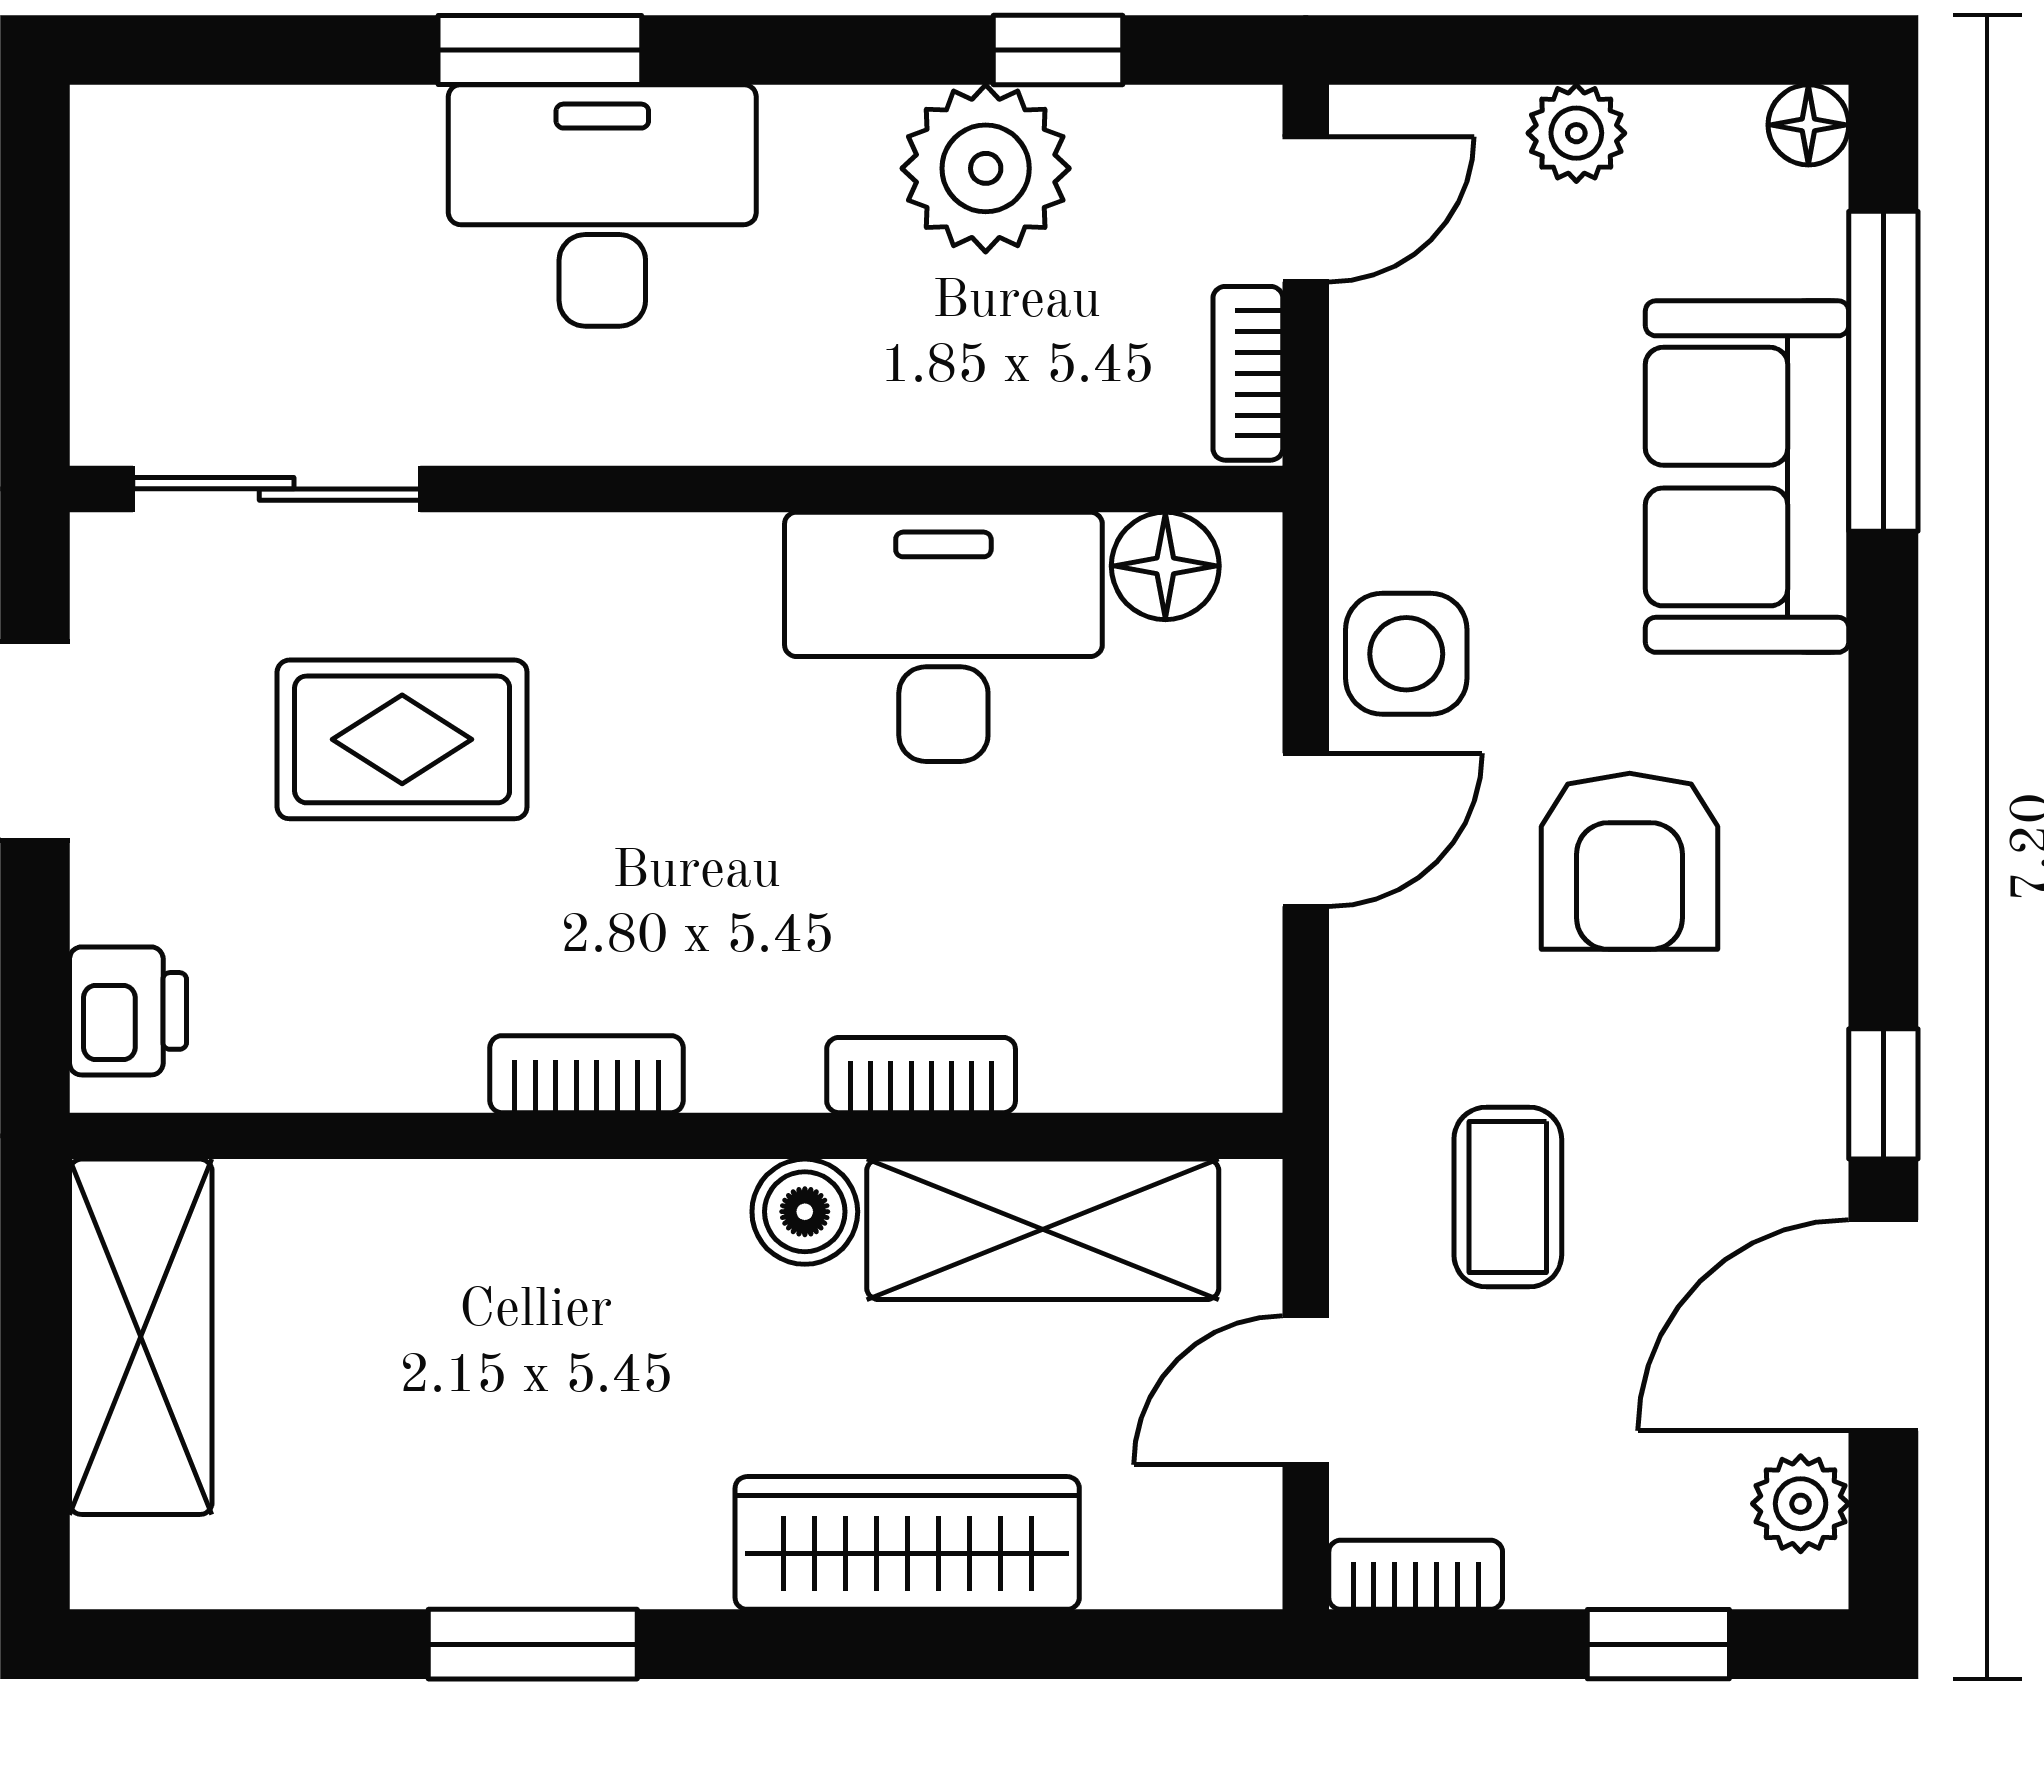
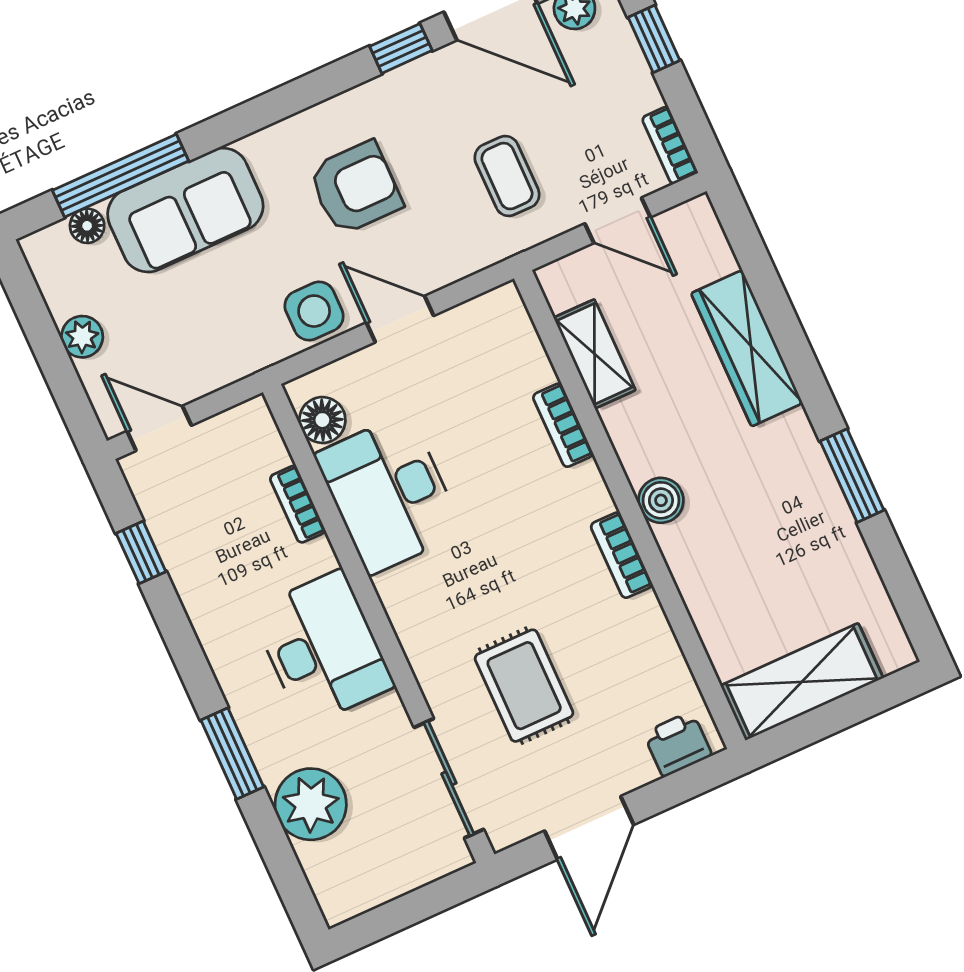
floor lamp: (1808, 125) -> (87, 226), moved
plant: (986, 168) -> (311, 804), moved
desk: (602, 205) -> (322, 648), moved, turned 180
bookcase: (1248, 373) -> (297, 504), moved, turned 90
coffee table: (1508, 1197) -> (507, 176), turned 90
boiler: (805, 1212) -> (661, 500), moved
shelving: (1043, 1229) -> (595, 354), width x0.67, depth x0.75

